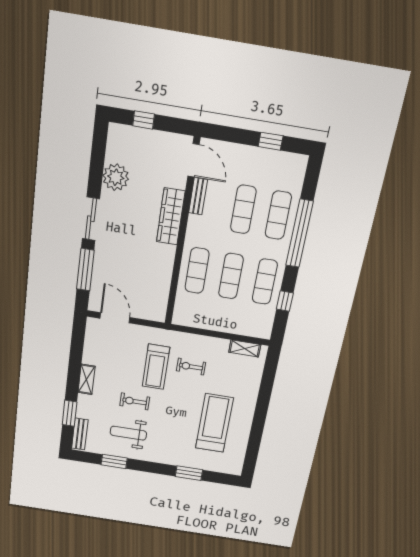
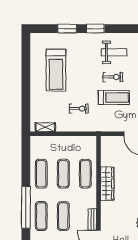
wardrobe: (171, 216) -> (107, 184), moved
window: (285, 301) -> (26, 163), removed
treadmill: (156, 367) -> (114, 97), moved, turned 90
window: (114, 461) -> (95, 29), moved

